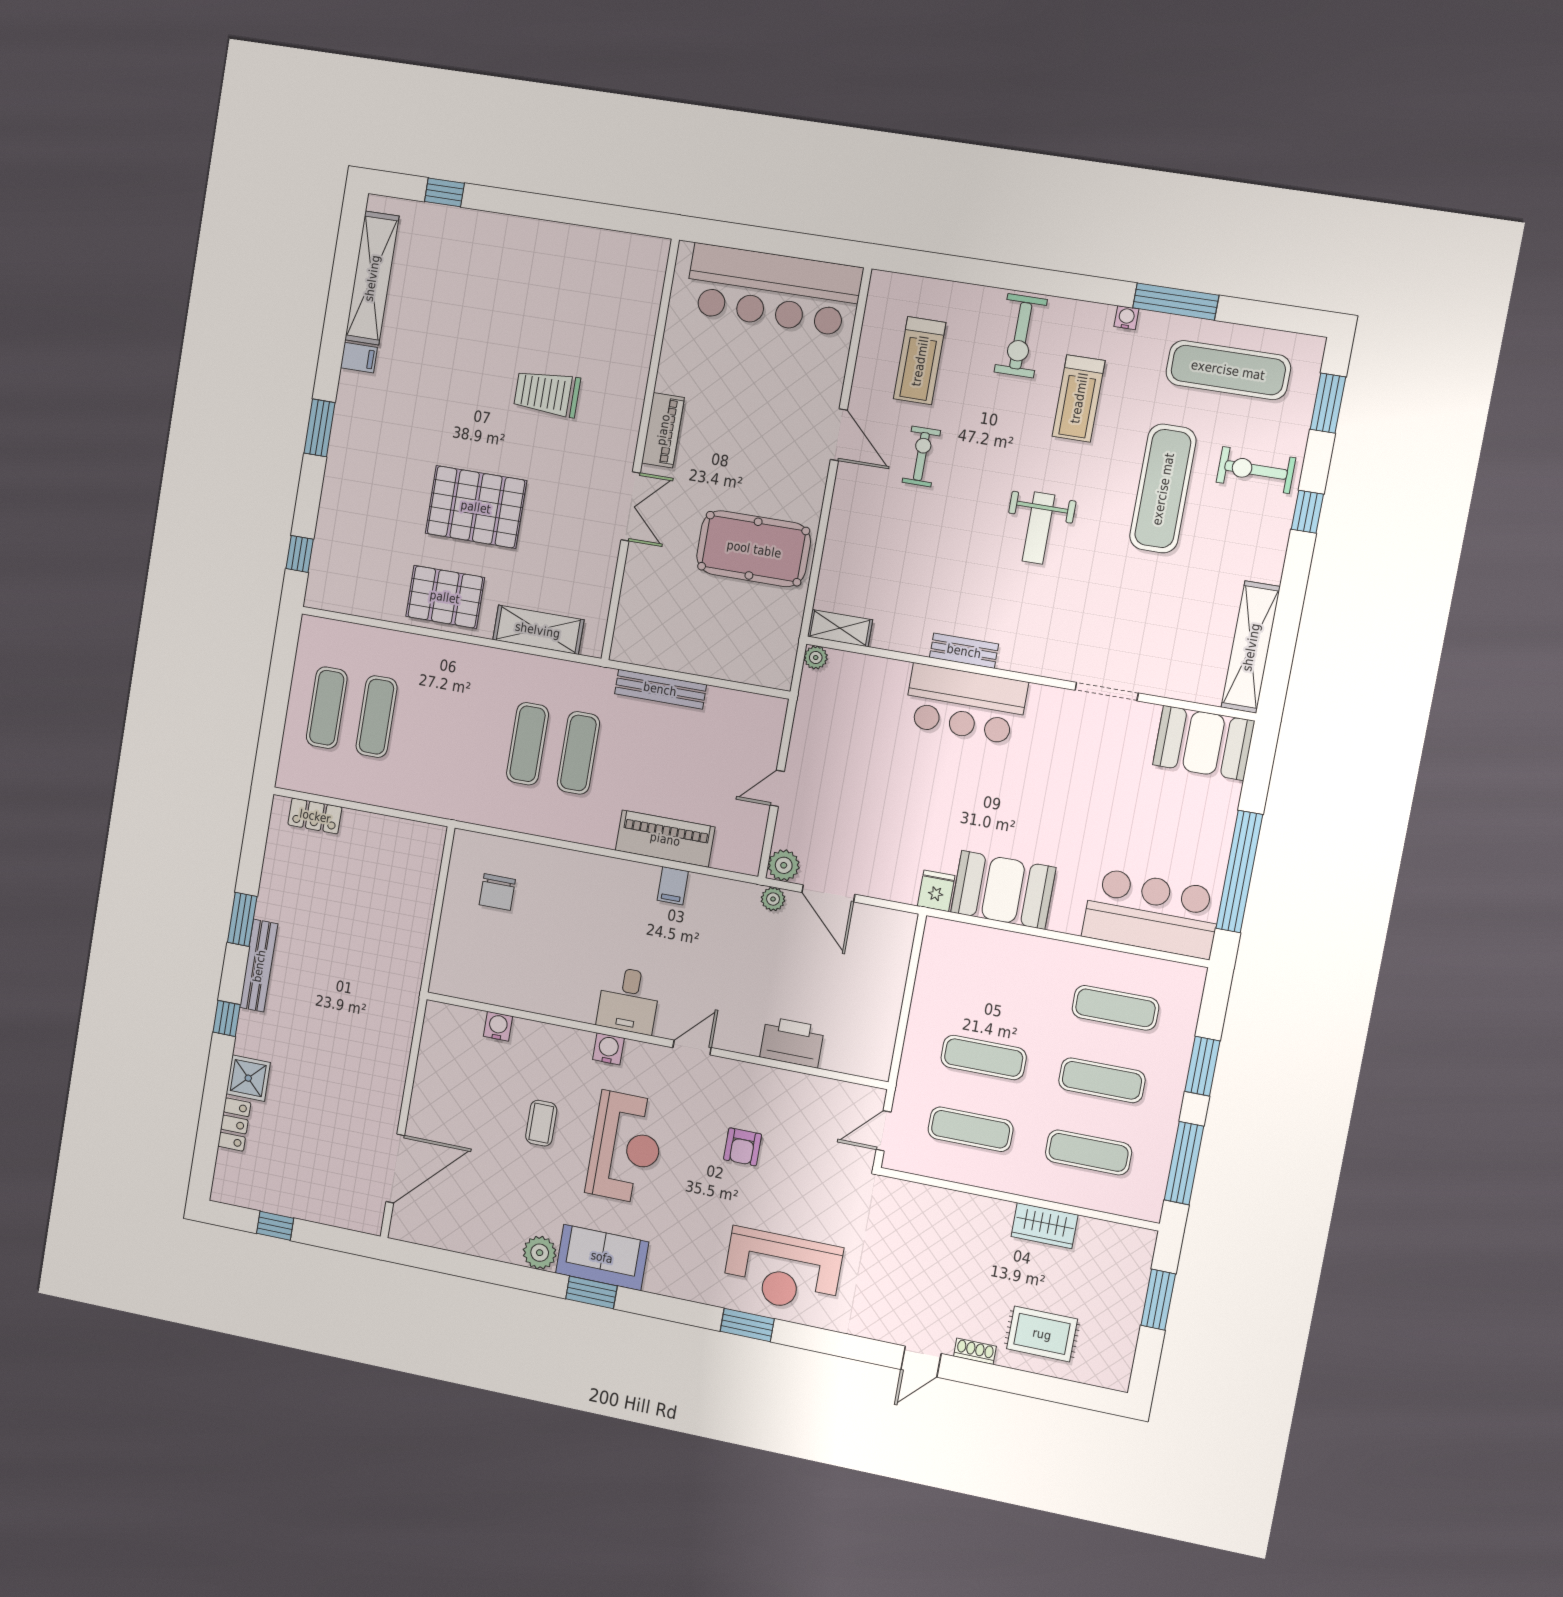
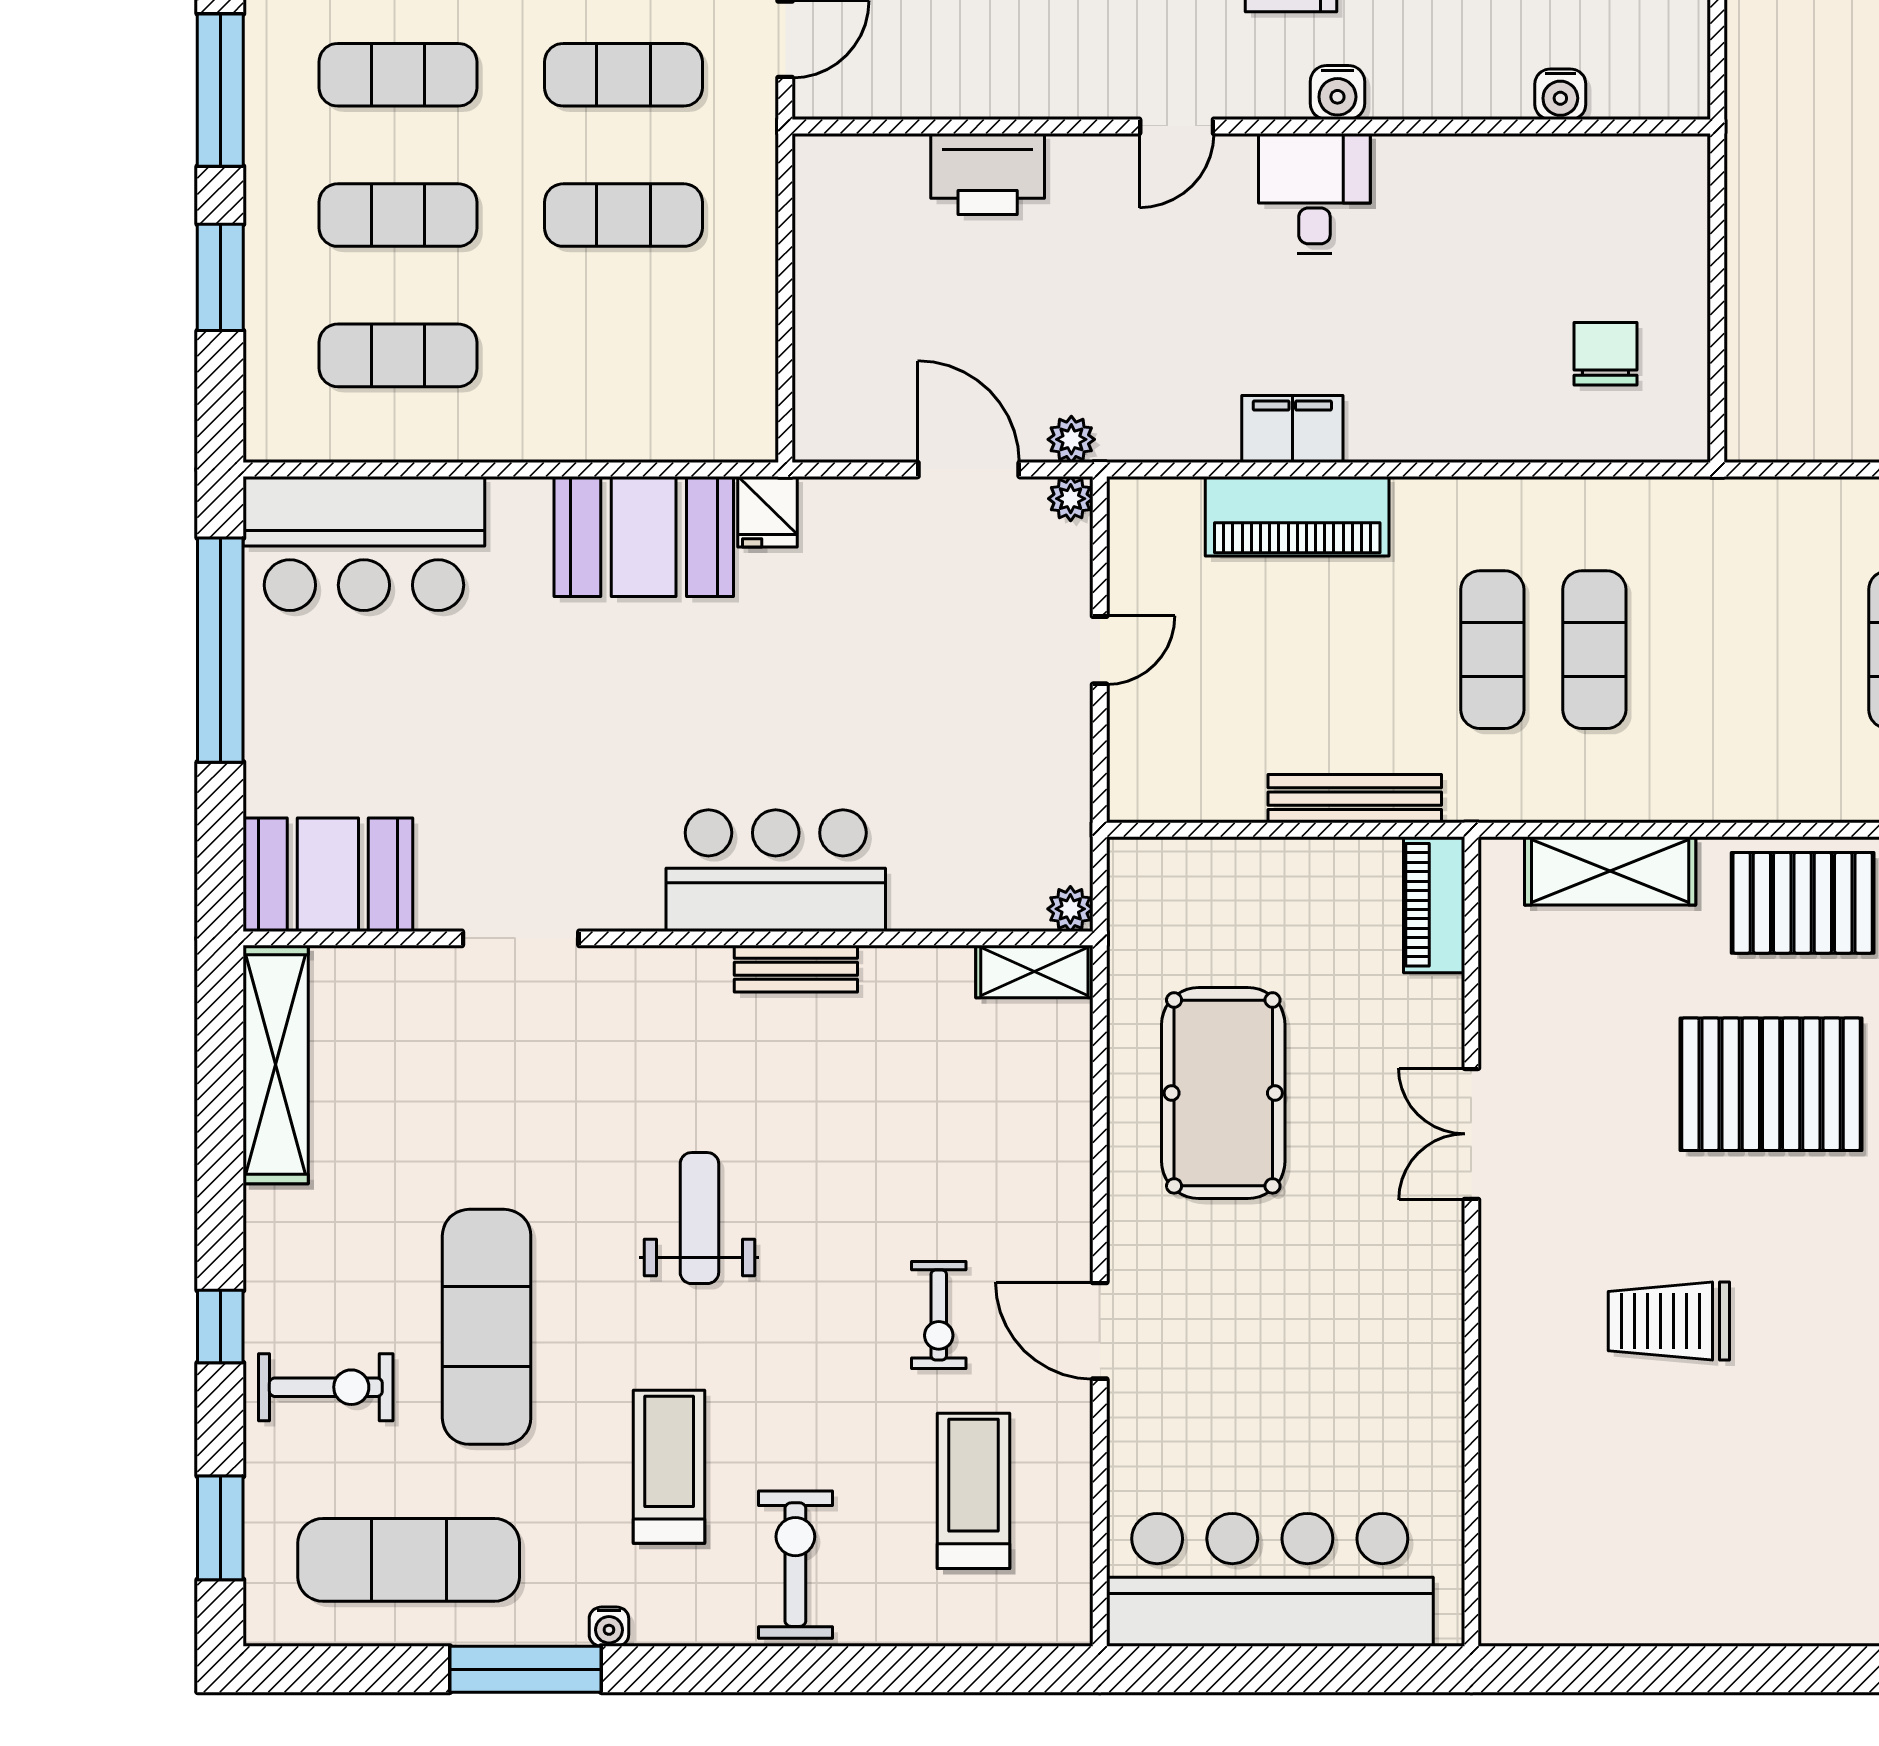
trolley: (547, 393) -> (1669, 1321), turned 180
piano: (663, 430) -> (1434, 905), moved
pool table: (754, 549) -> (1223, 1093), turned 90
plant: (784, 865) -> (1071, 499), width x0.73, depth x0.73
filing cabinet: (673, 886) -> (1292, 429), width x2.00

